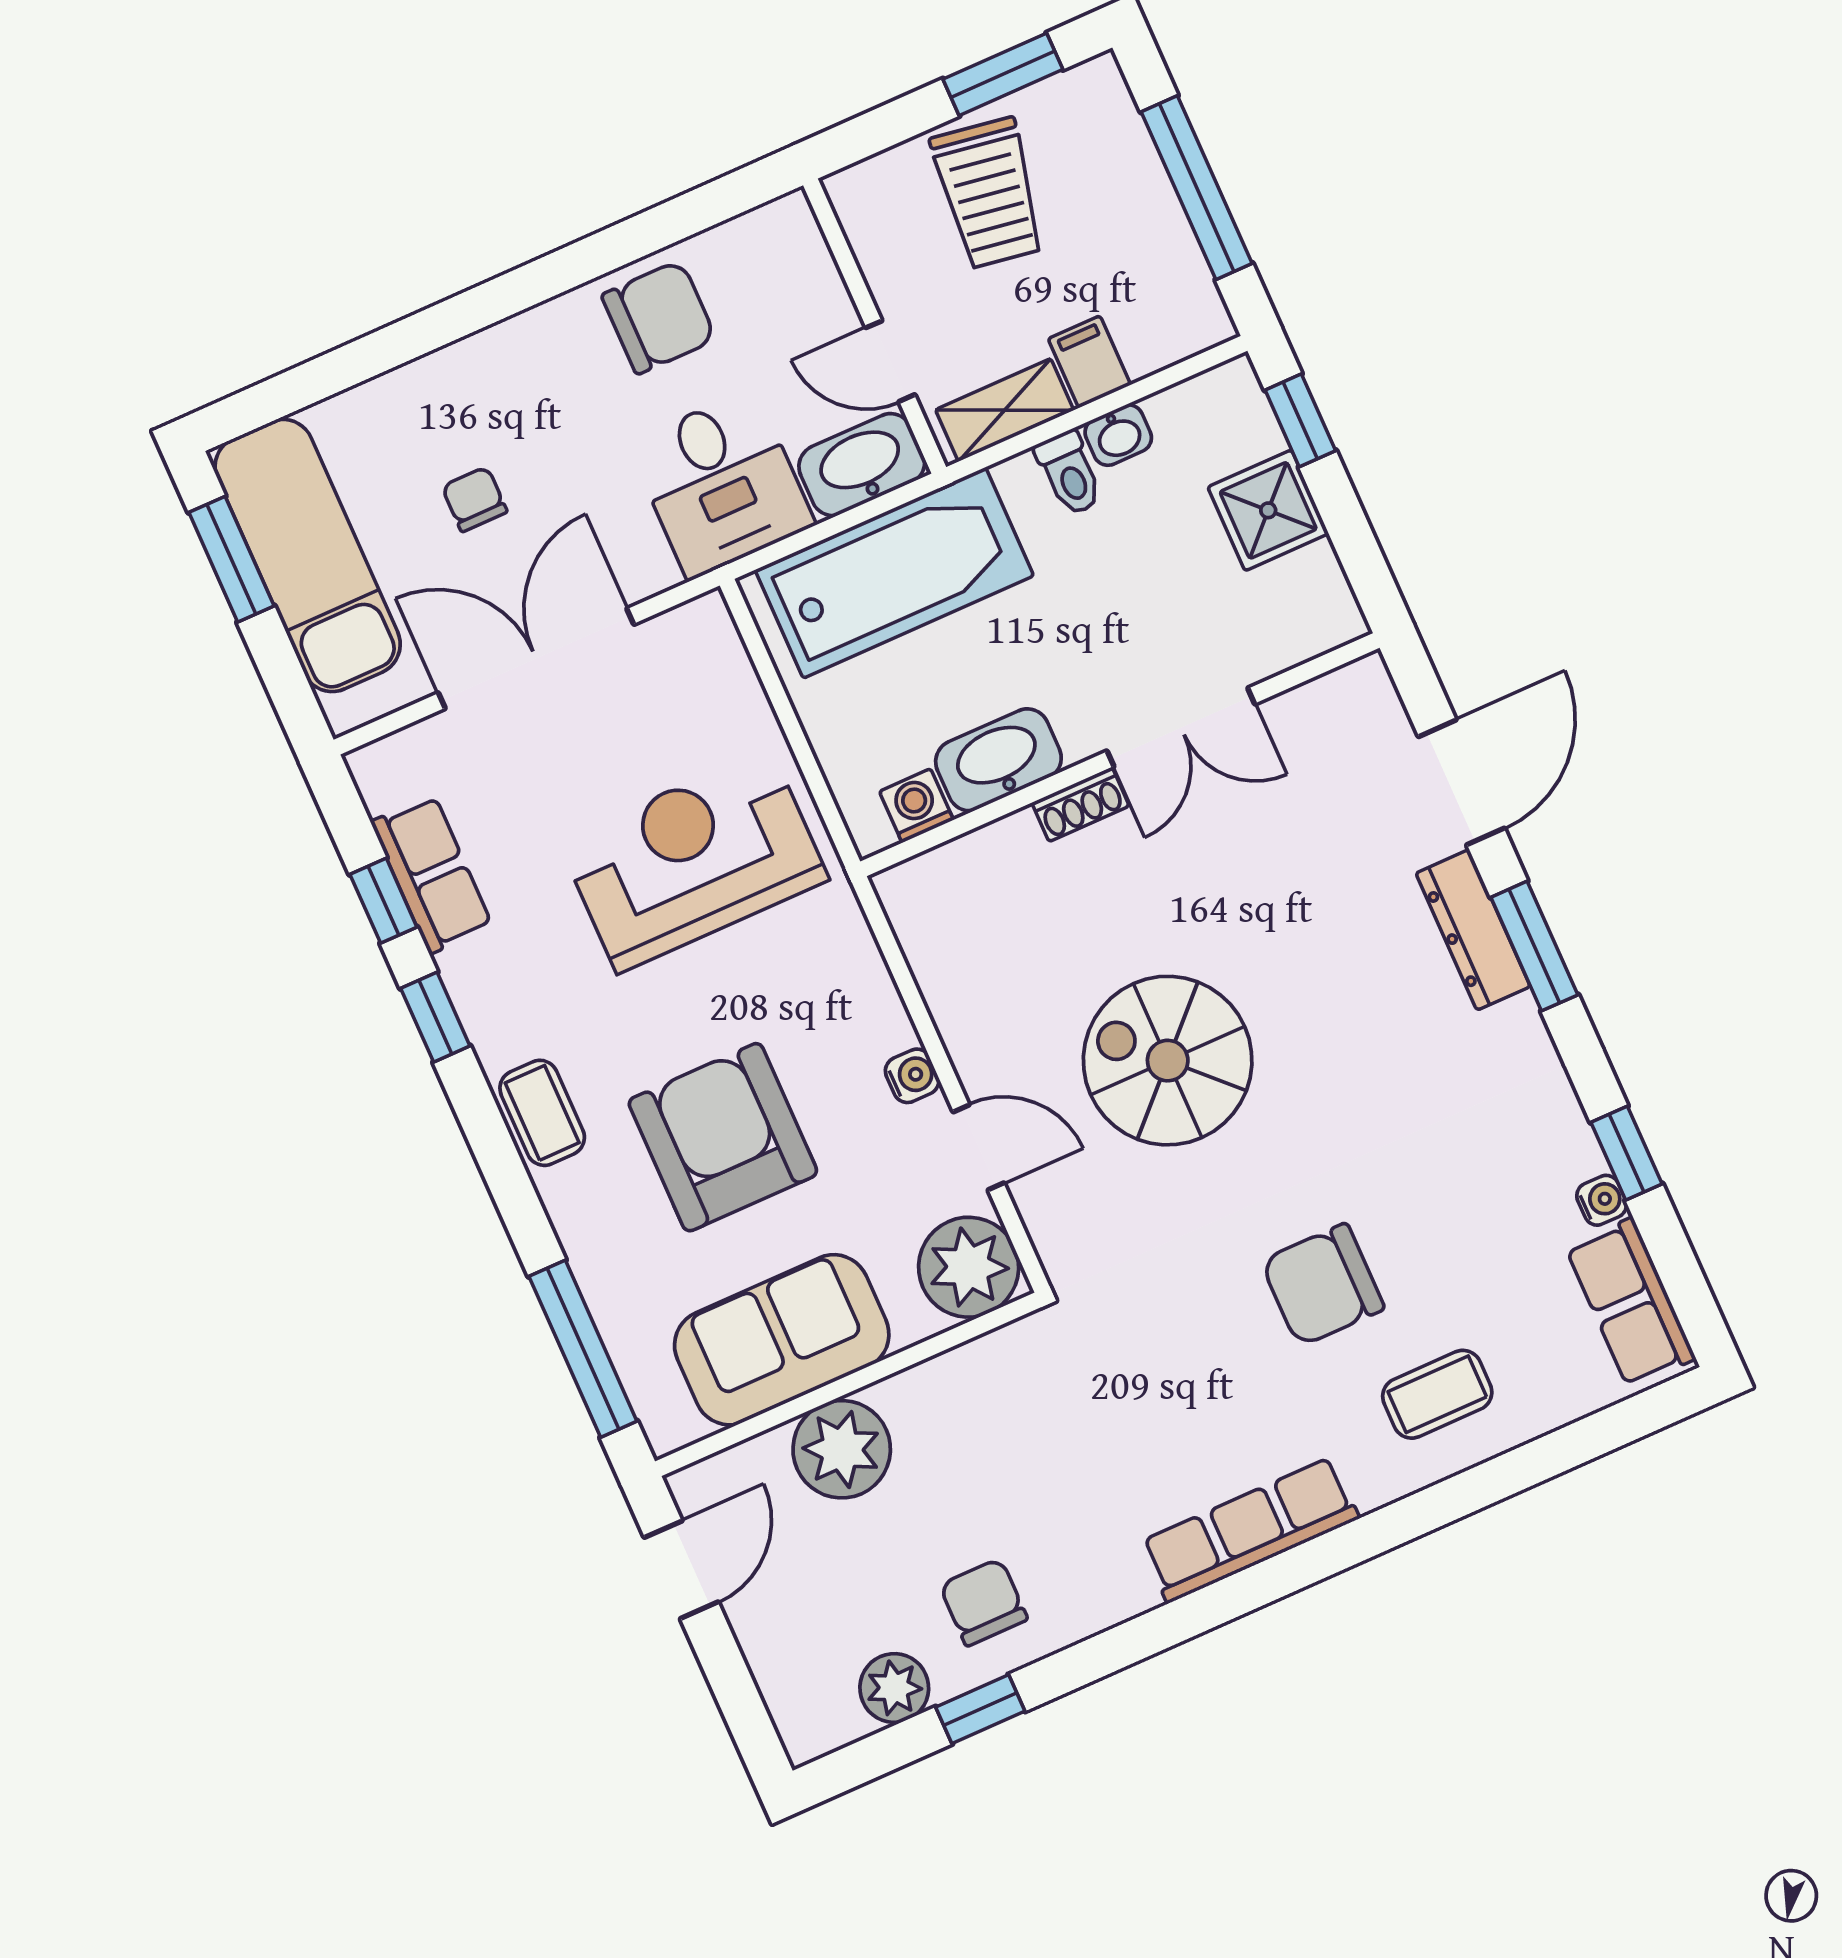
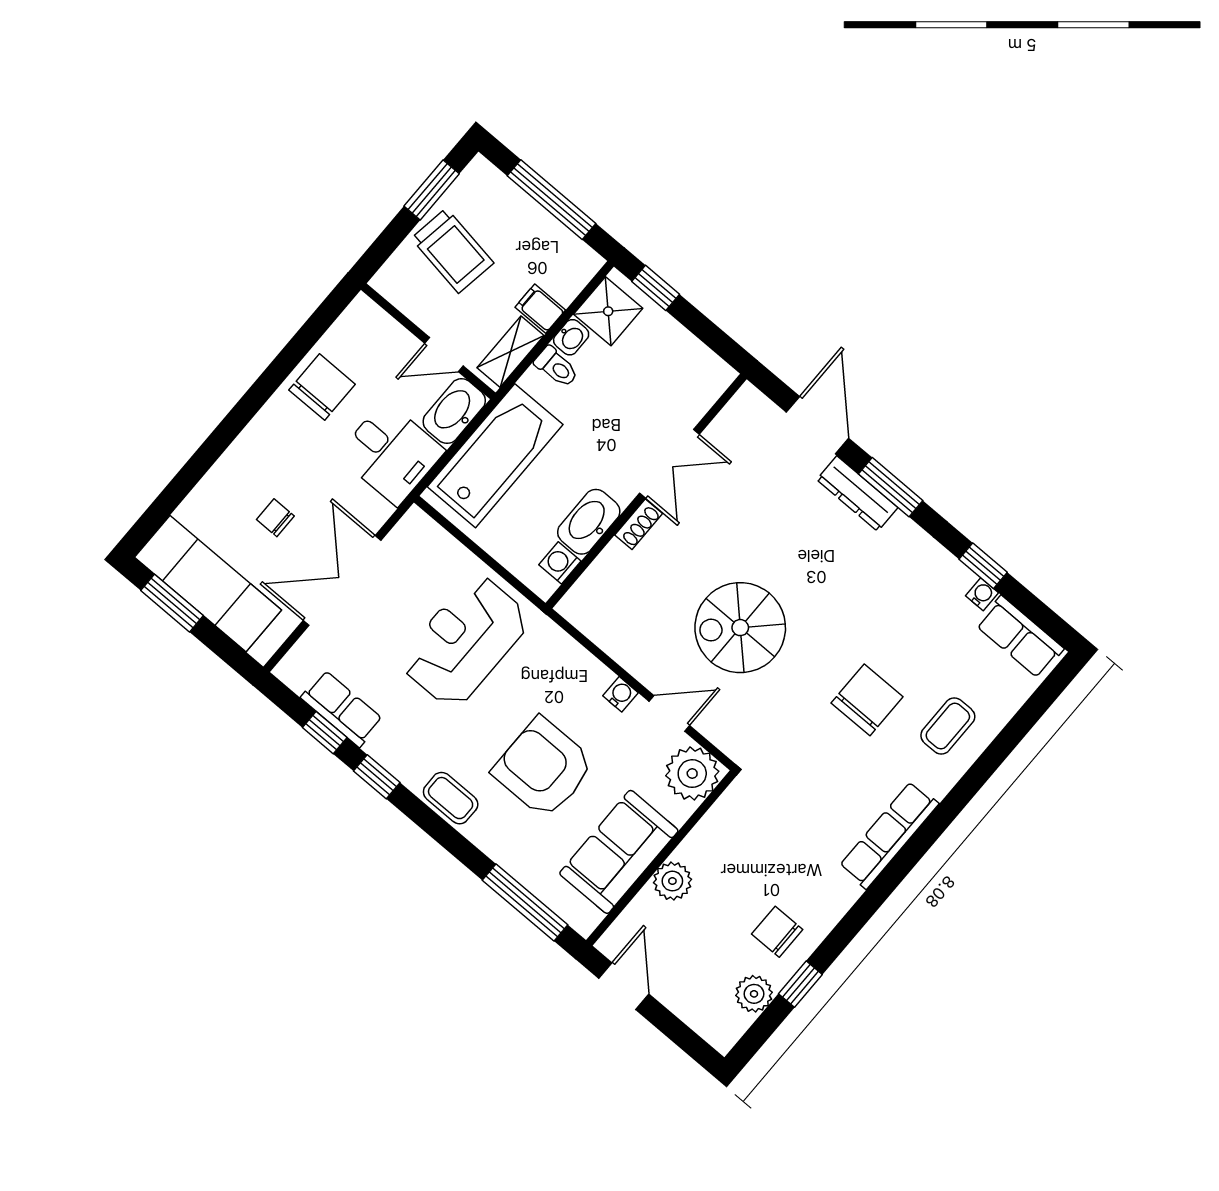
shower: (1268, 510) -> (608, 311), moved
chair: (1323, 1285) -> (867, 700), turned 180
plant: (842, 1449) -> (672, 881), width x0.73, depth x0.73

